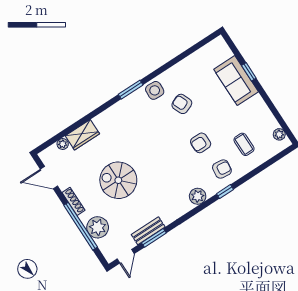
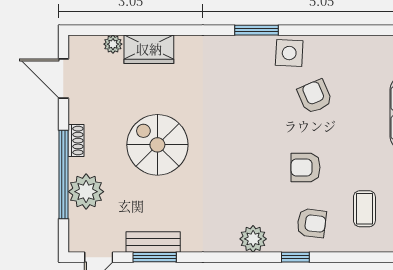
shoe rack: (73, 201) -> (76, 141), width x0.70

